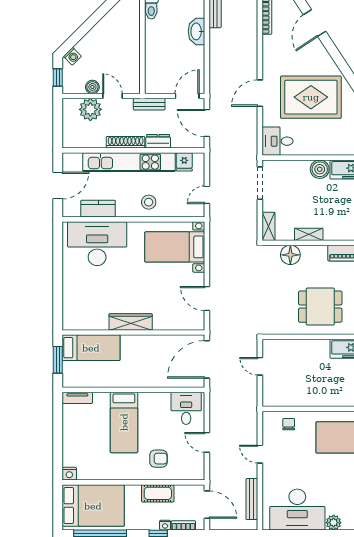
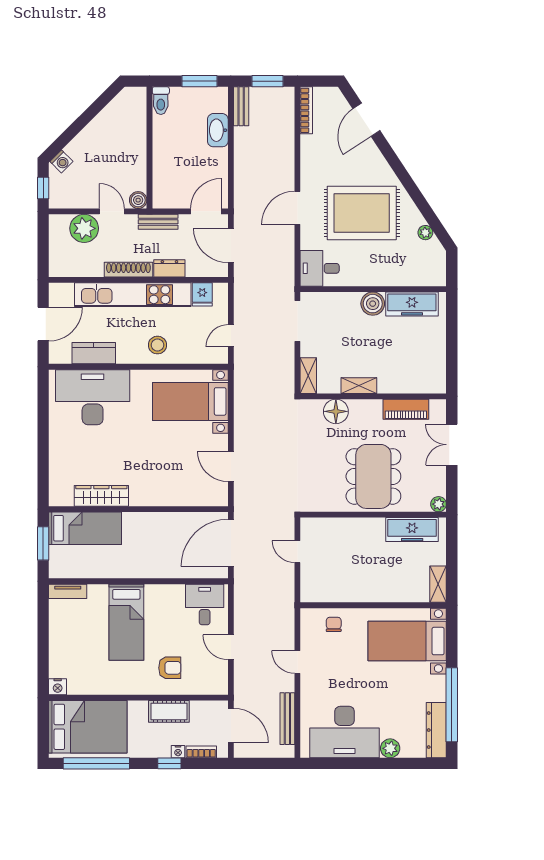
boiler: (92, 87) -> (138, 200), moved
dining table: (320, 307) -> (373, 476), width x1.38
wardrobe: (131, 322) -> (101, 496), moved

